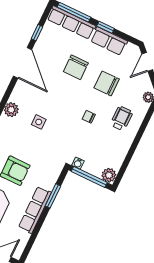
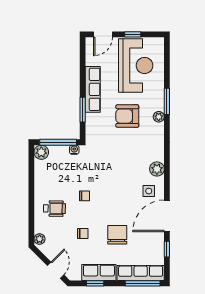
window: (106, 27) -> (95, 283), moved
door: (23, 63) -> (167, 216), hinge flipped
chair: (107, 83) -> (83, 234), width x0.54, depth x0.54
wheelchair: (121, 118) -> (54, 209), turned -89
side table: (39, 122) -> (149, 191), moved

